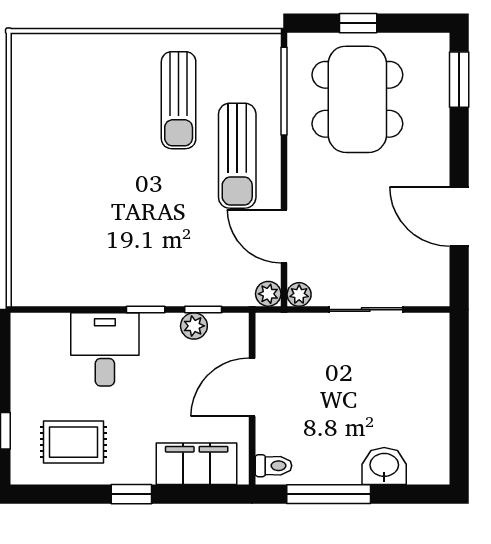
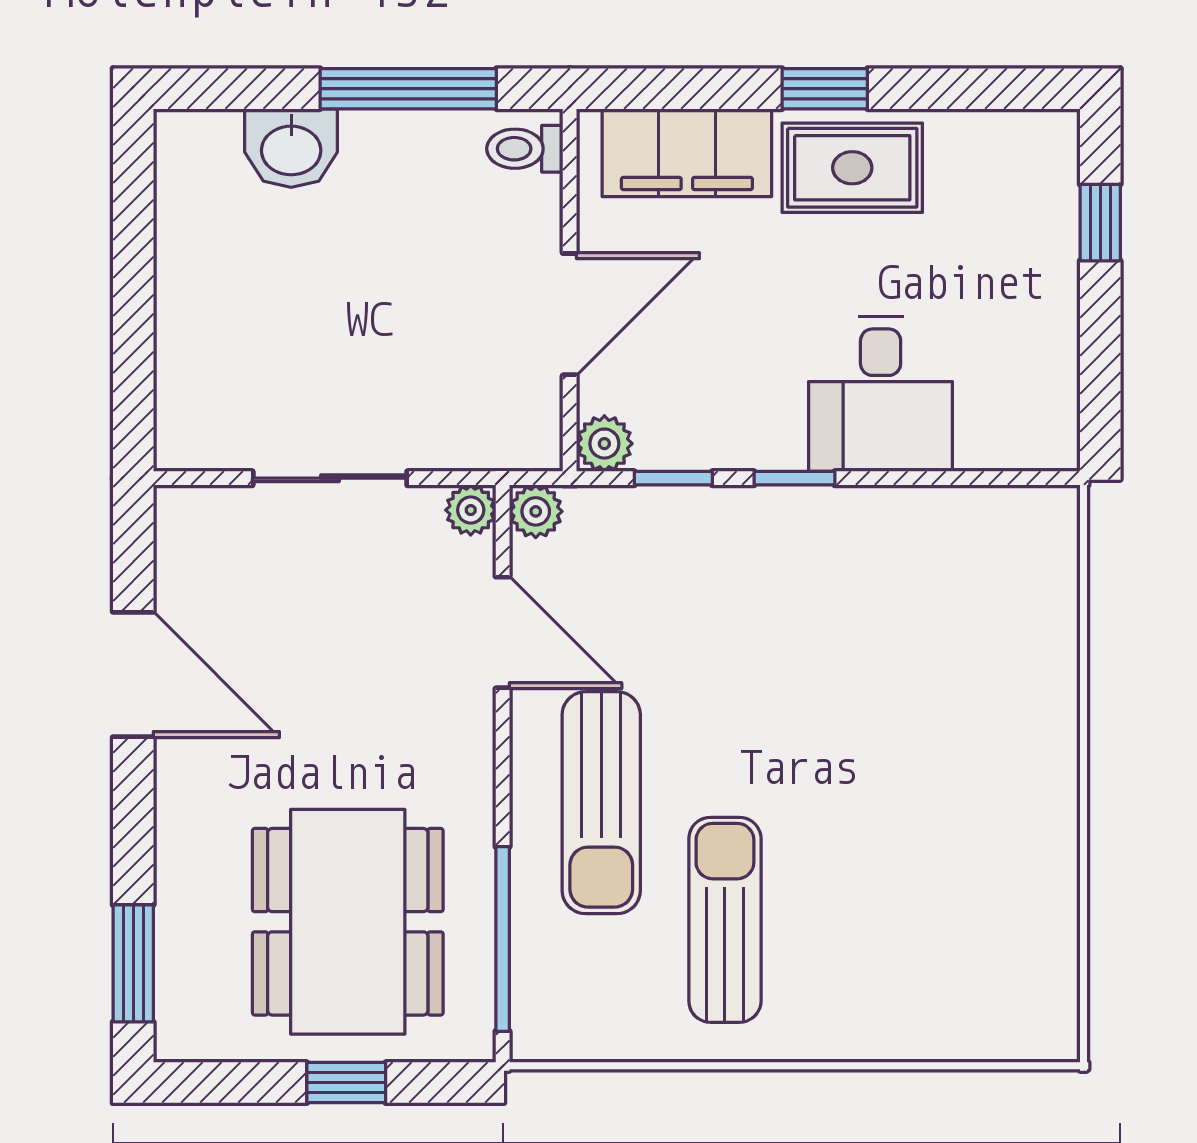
sun lounger: (237, 156) -> (601, 803), turned 180
plant: (194, 326) -> (604, 444), moved
rug: (74, 442) -> (852, 168), moved

